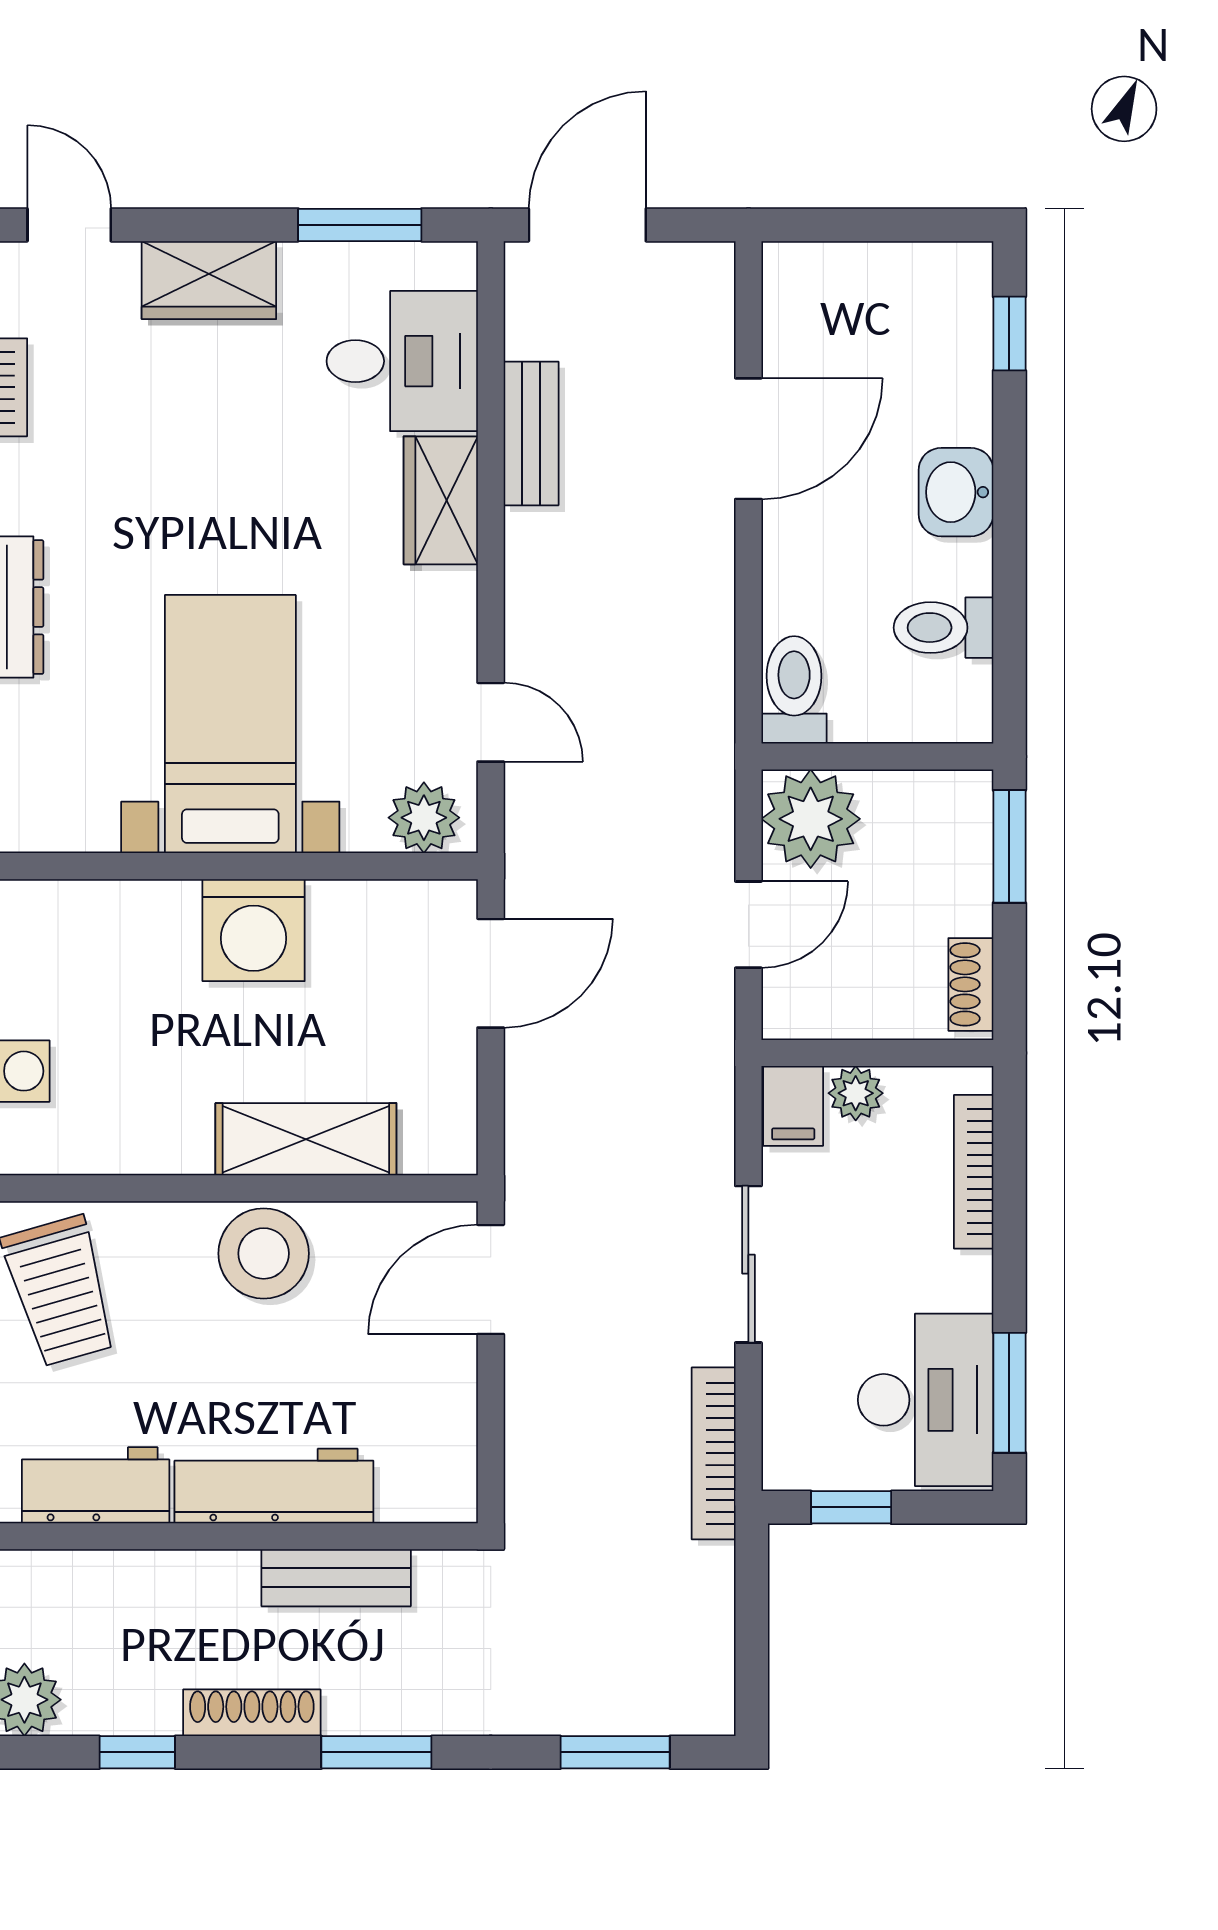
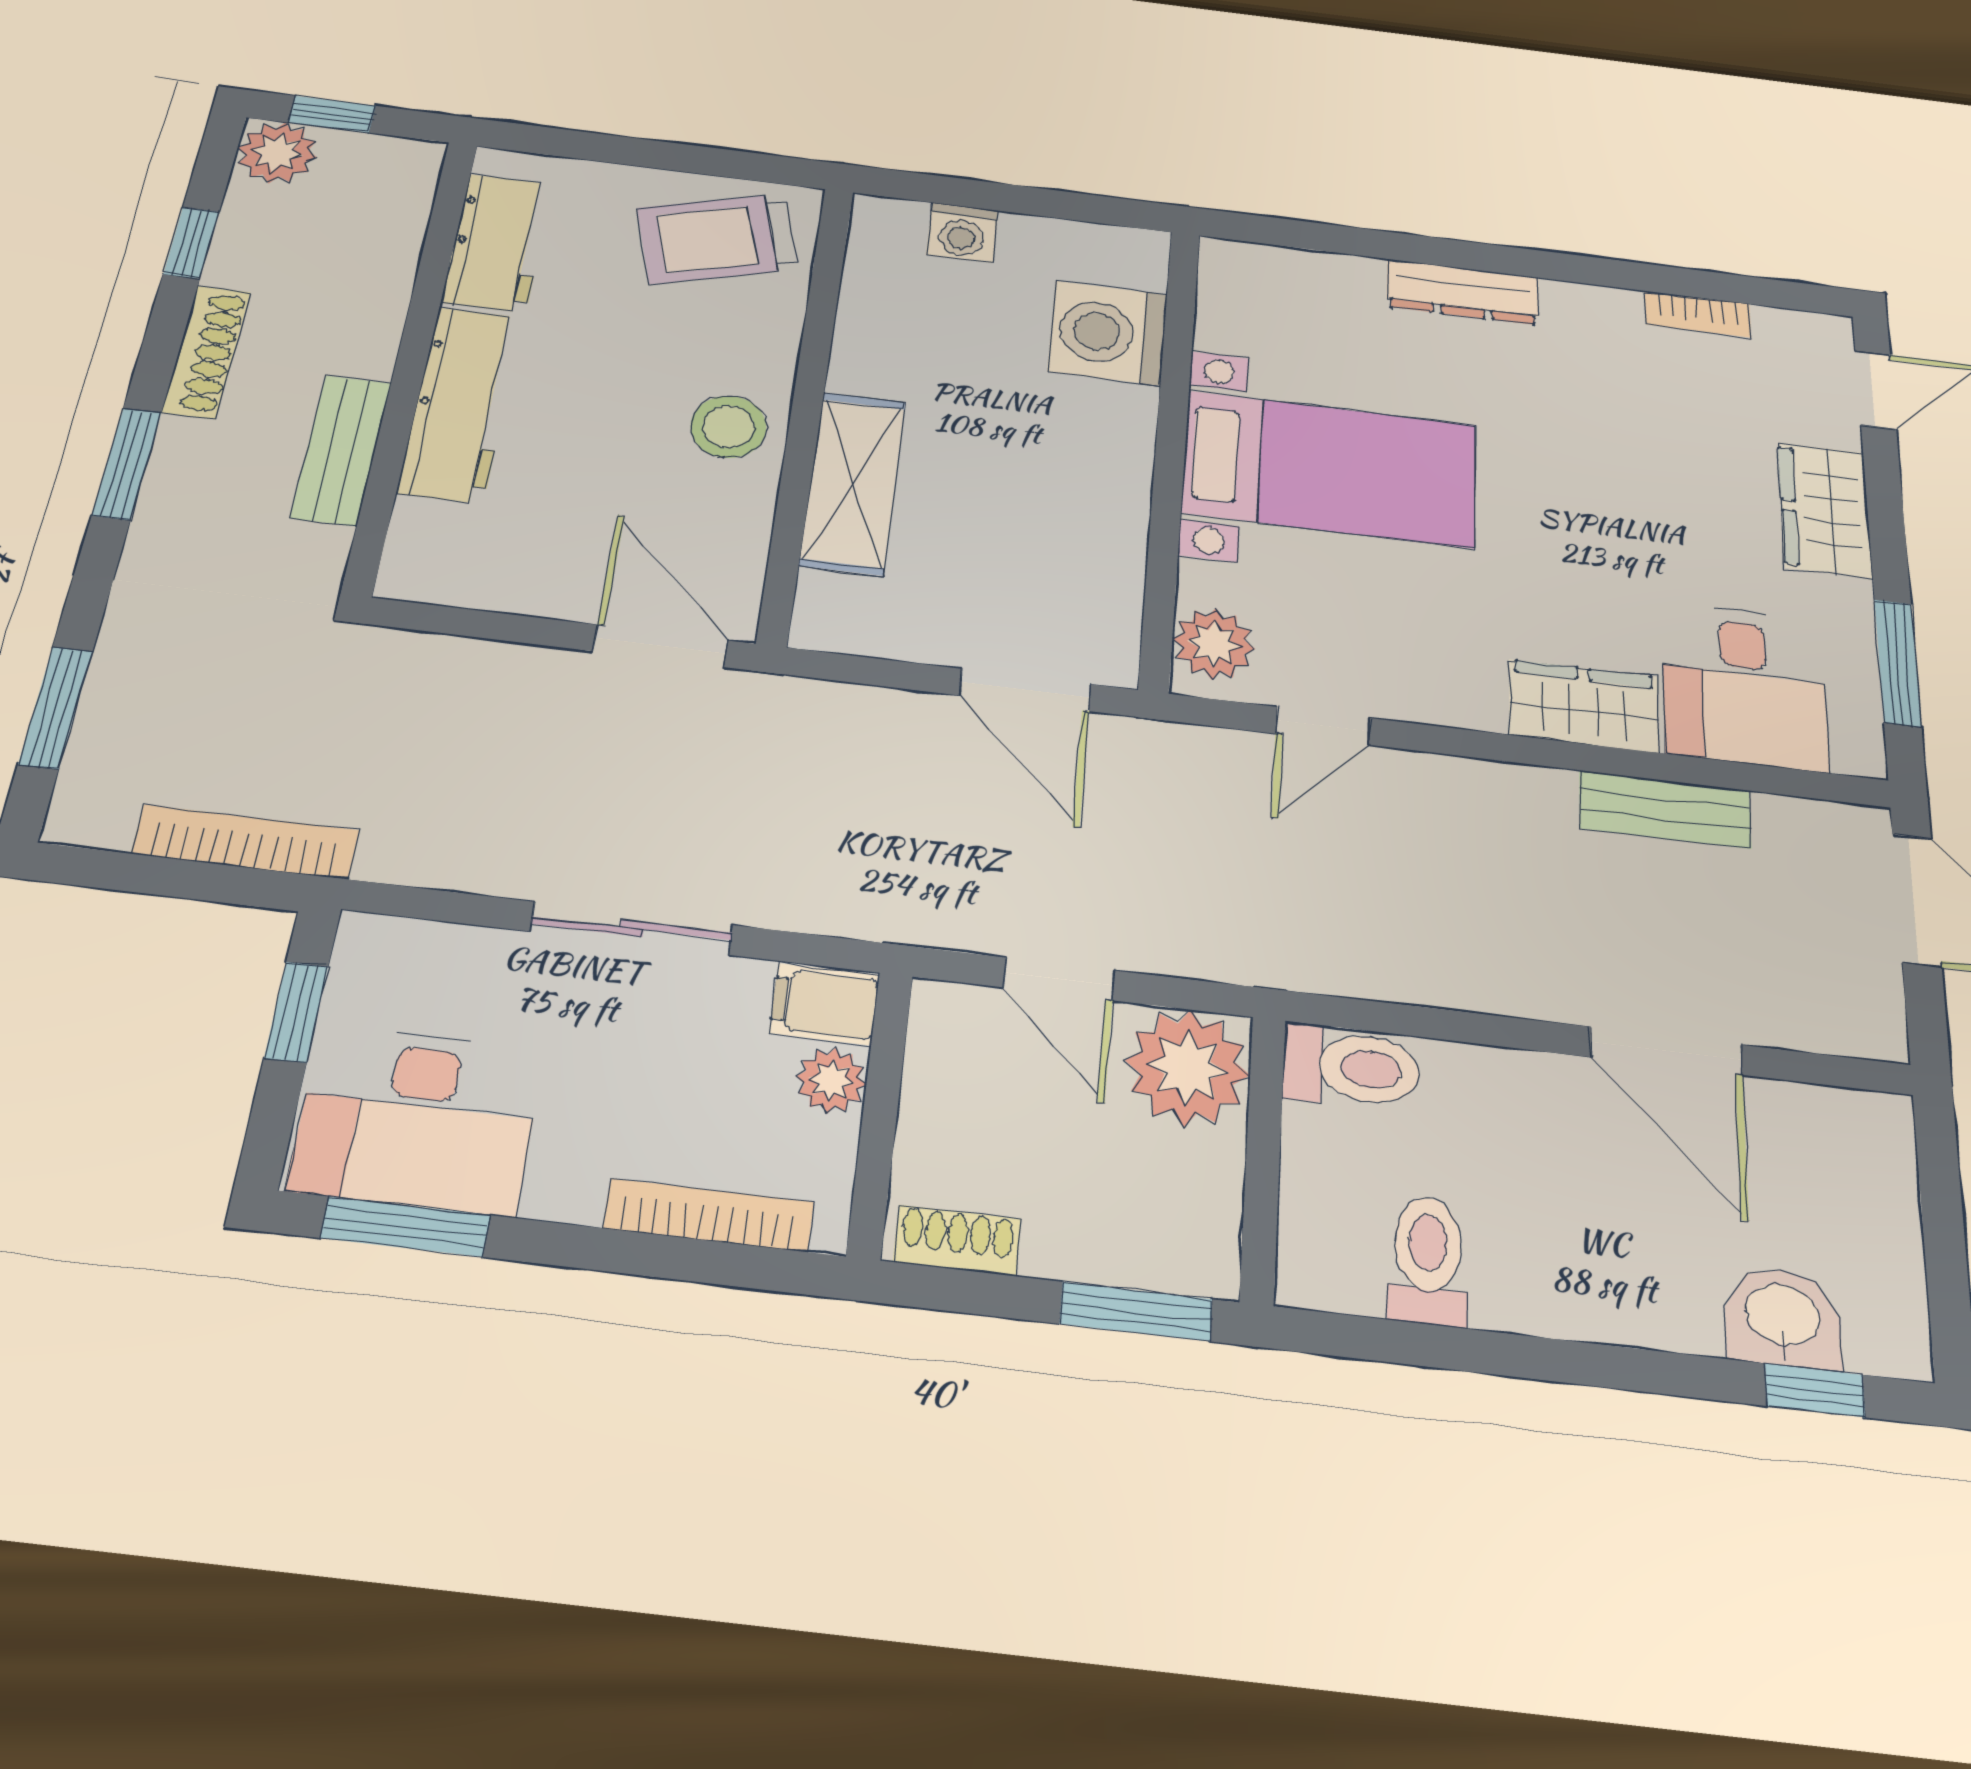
washbasin: (956, 492) -> (1783, 1318), moved
washing machine: (254, 930) -> (1108, 333), moved
stool: (264, 1253) -> (728, 427), width x0.73, depth x0.73
bookcase: (714, 1453) -> (246, 842), moved

